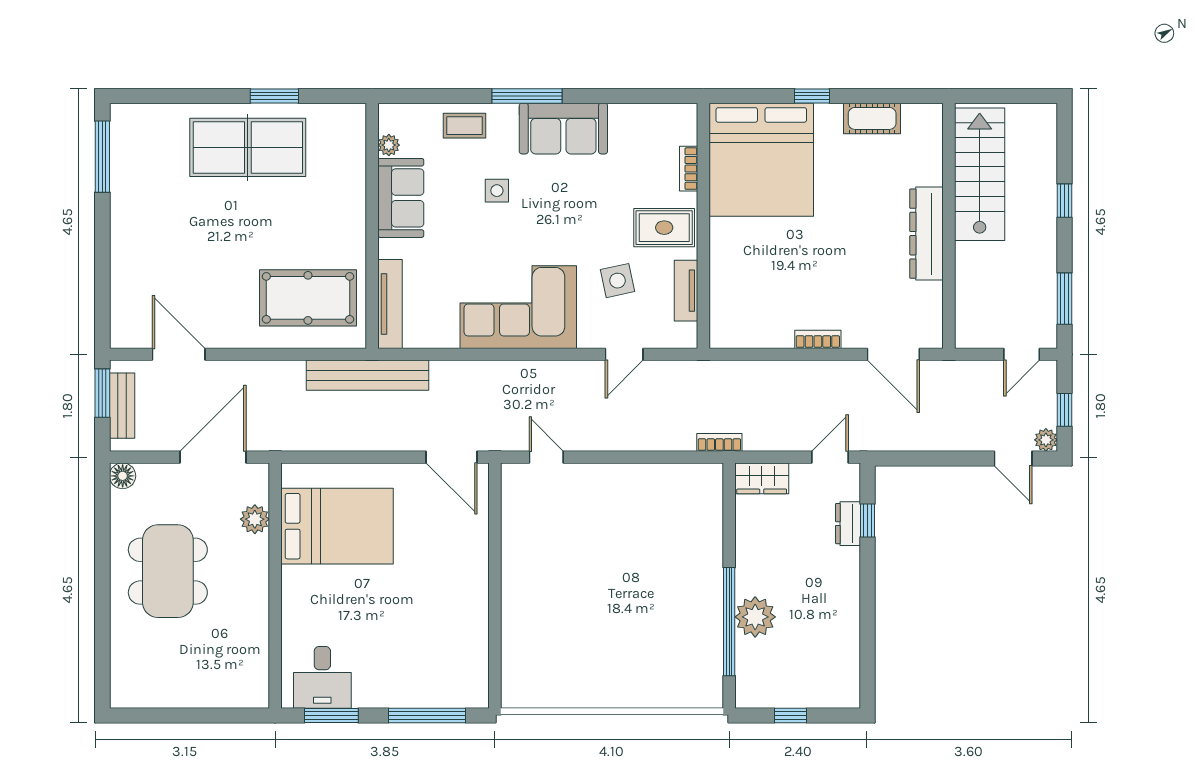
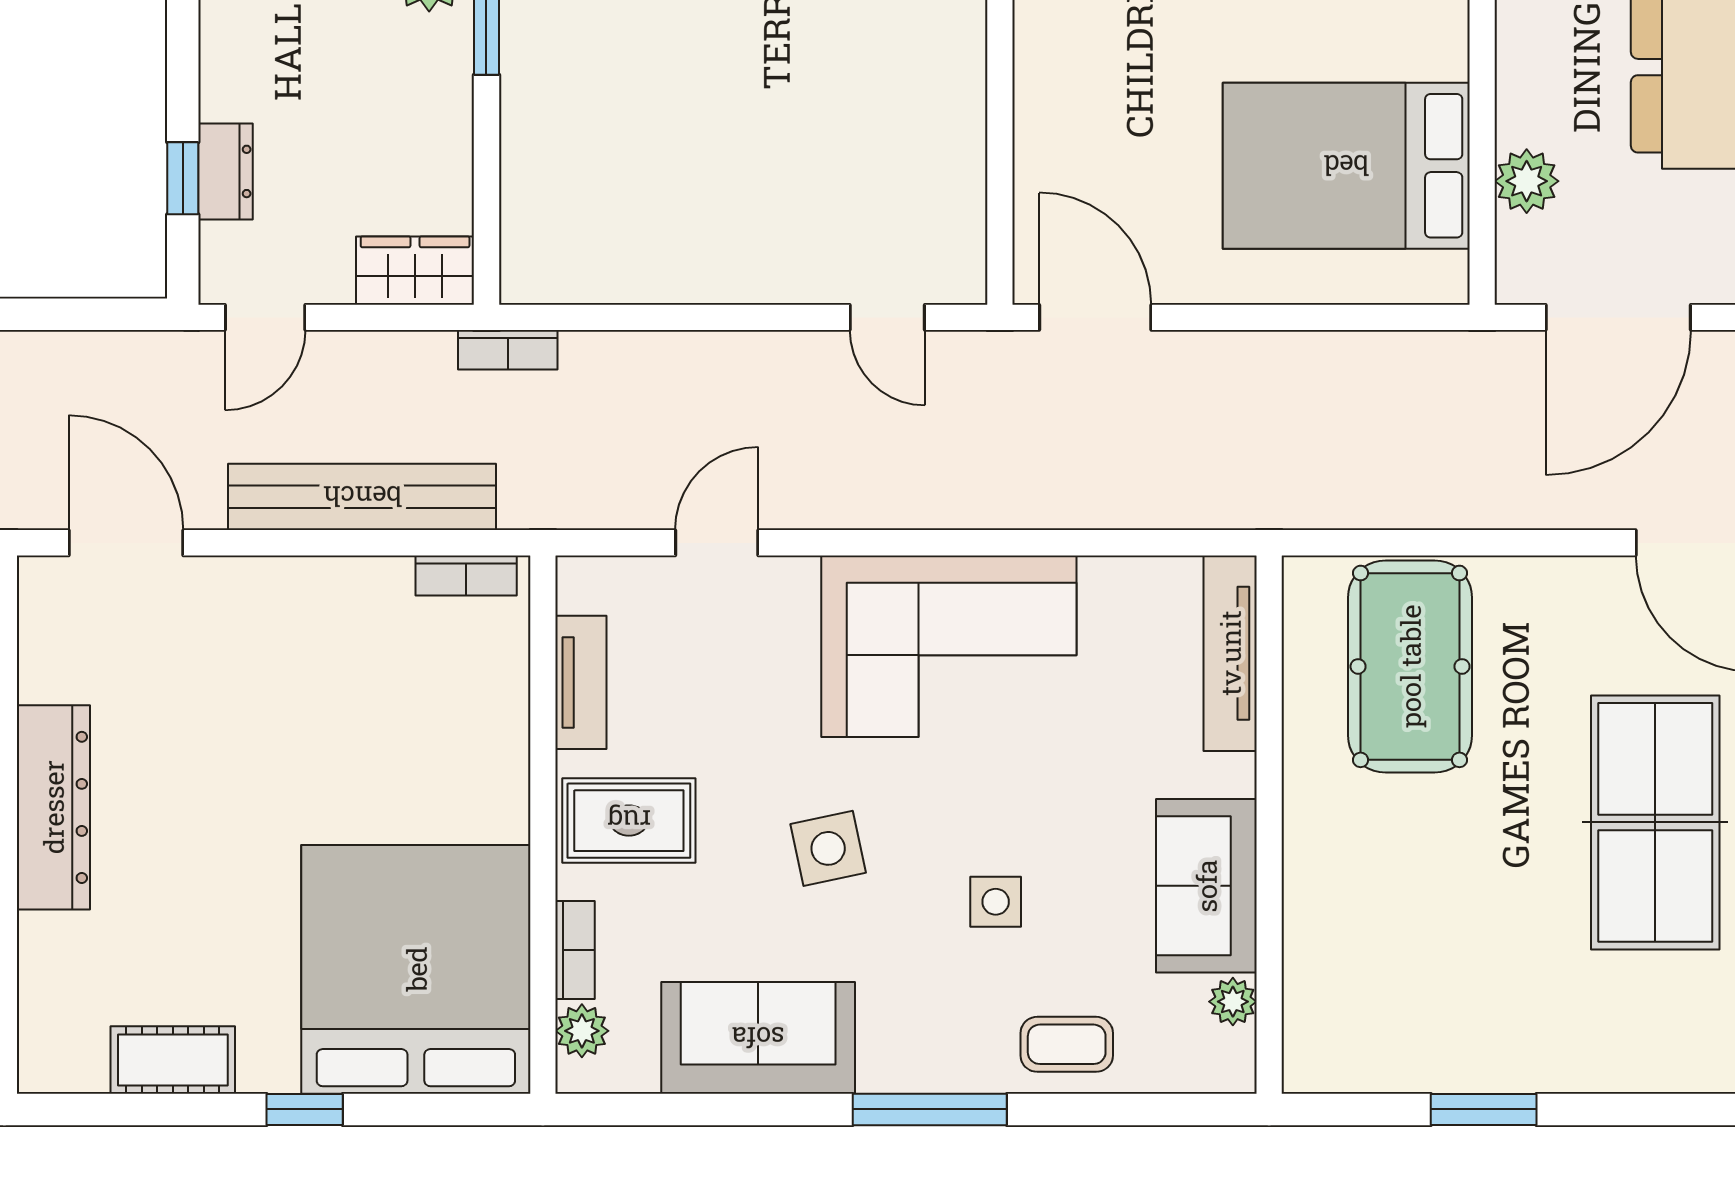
sofa: (563, 129) -> (758, 1038), moved
plant: (686, 132) -> (582, 1031), added
table tennis table: (248, 147) -> (1655, 822), moved, turned 90
side table: (617, 281) -> (828, 848), moved
pool table: (308, 298) -> (1410, 666), turned 90
bookcase: (818, 339) -> (466, 575), moved
bench: (368, 375) -> (362, 497), moved

